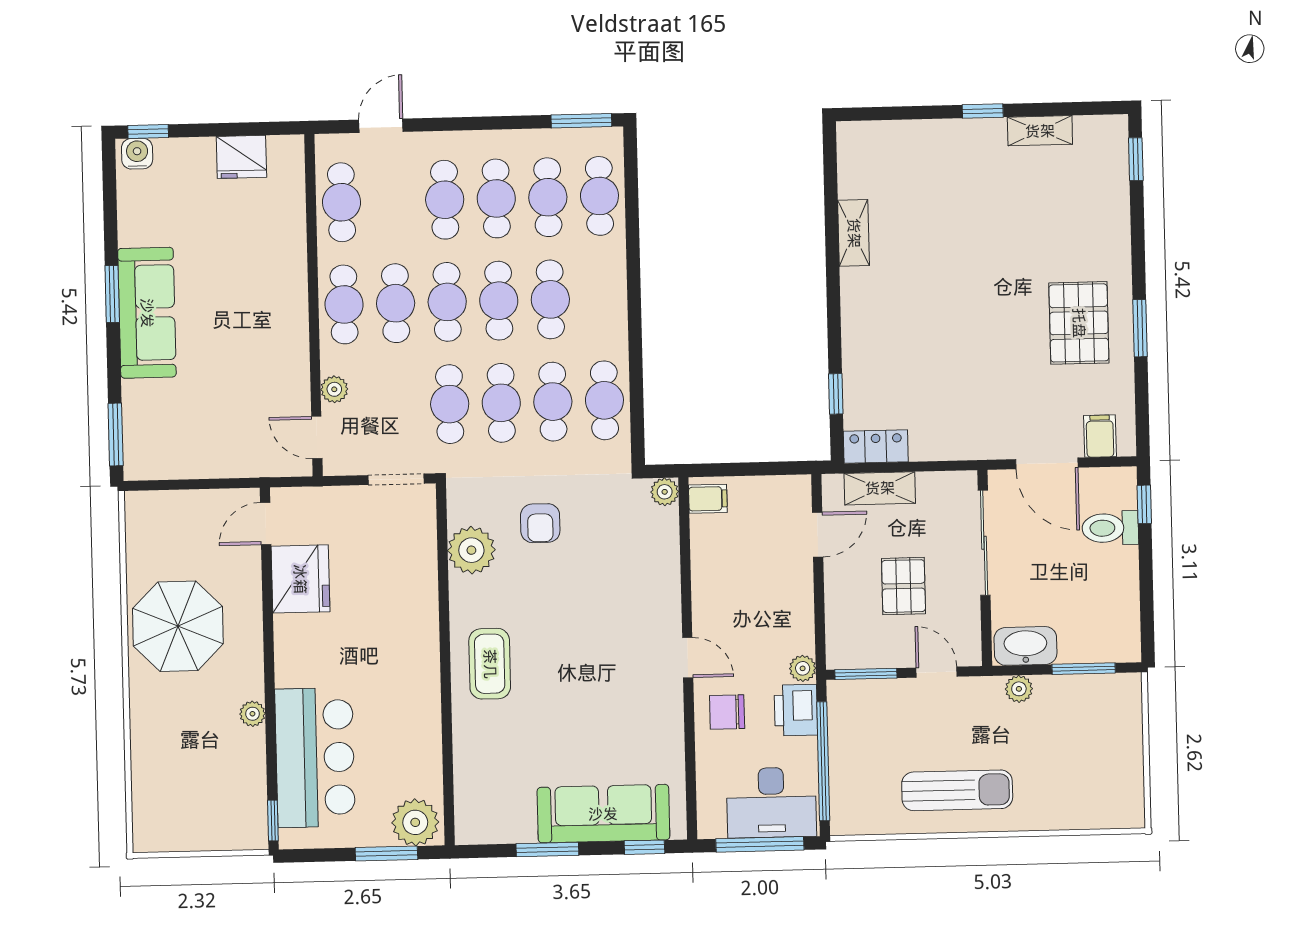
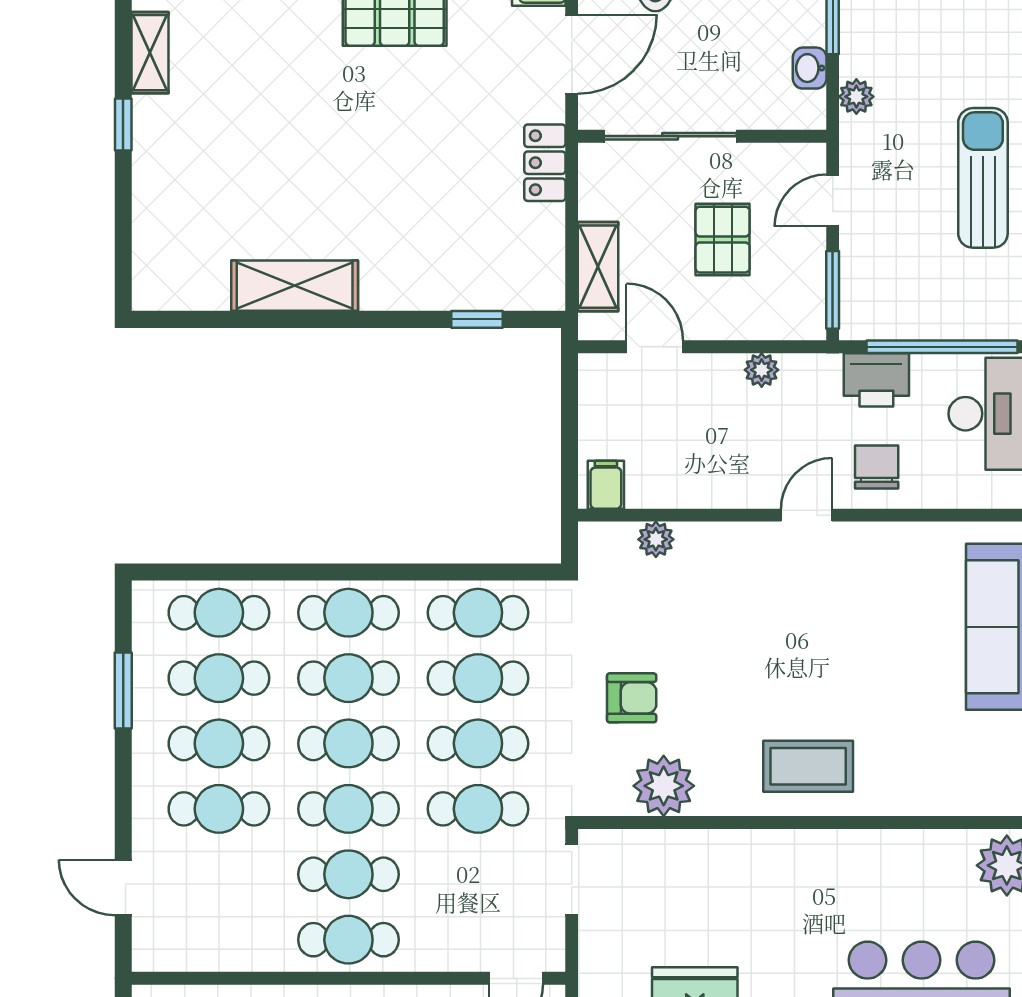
window: (581, 121) -> (123, 691), moved
cafe table: (341, 202) -> (348, 613), moved
shelving: (854, 233) -> (295, 286), width x1.50, depth x1.33
plant: (334, 389) -> (456, 955), removed
locker: (876, 446) -> (545, 163), moved
plant: (665, 492) -> (656, 539), moved
pallet: (904, 586) -> (723, 240), turned 90
washbasin: (1025, 646) -> (810, 68), width x0.52, depth x0.69
plant: (803, 668) -> (762, 370), moved
chair: (727, 712) -> (877, 467), turned 180

